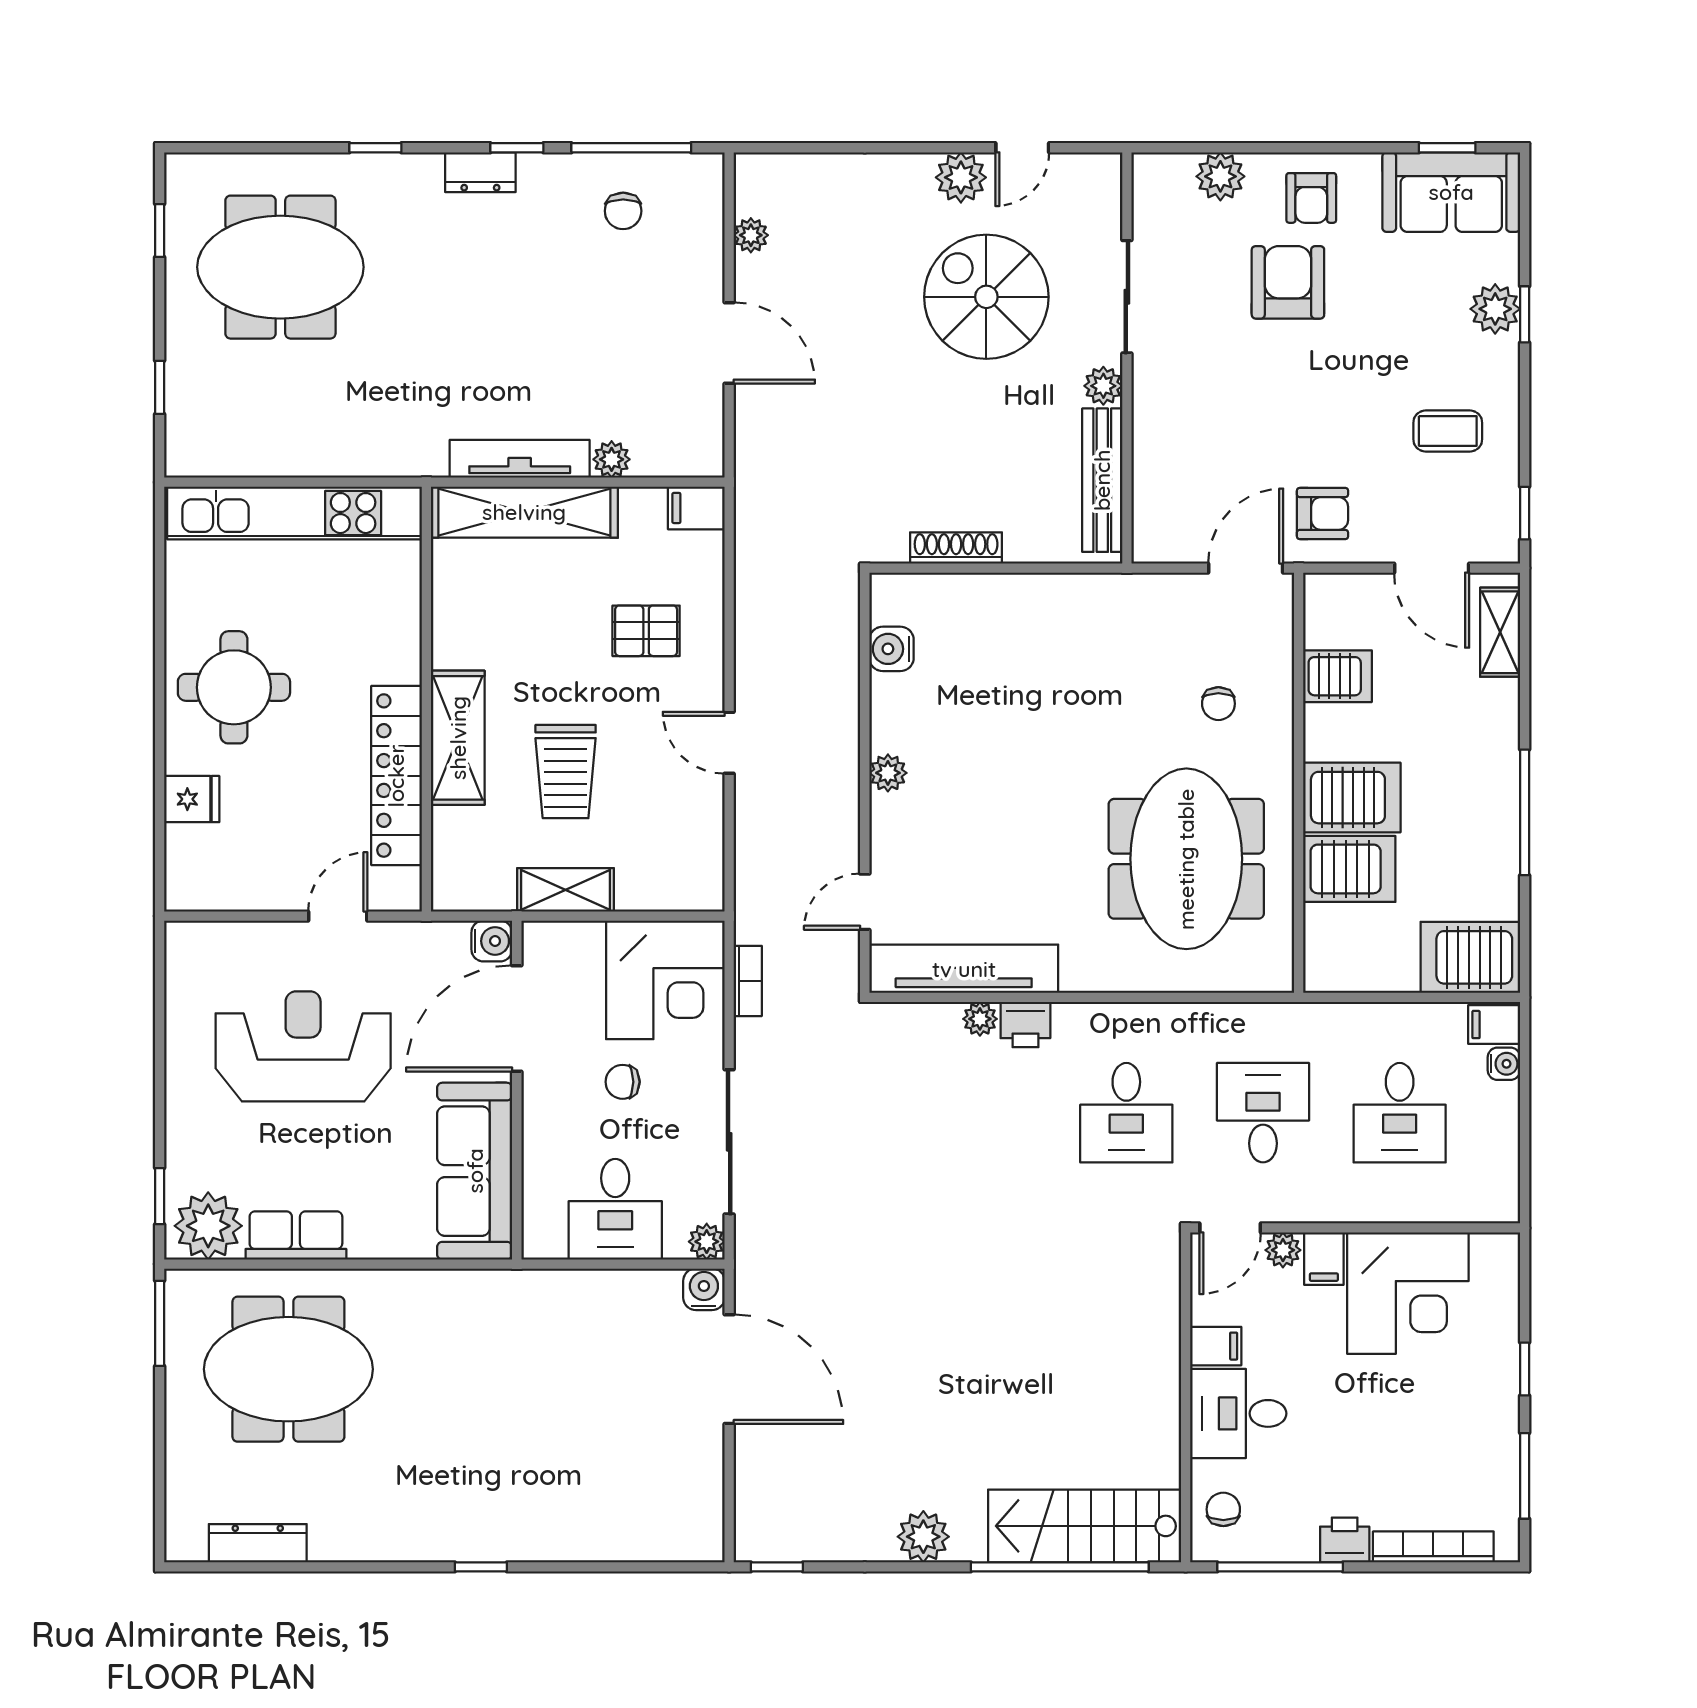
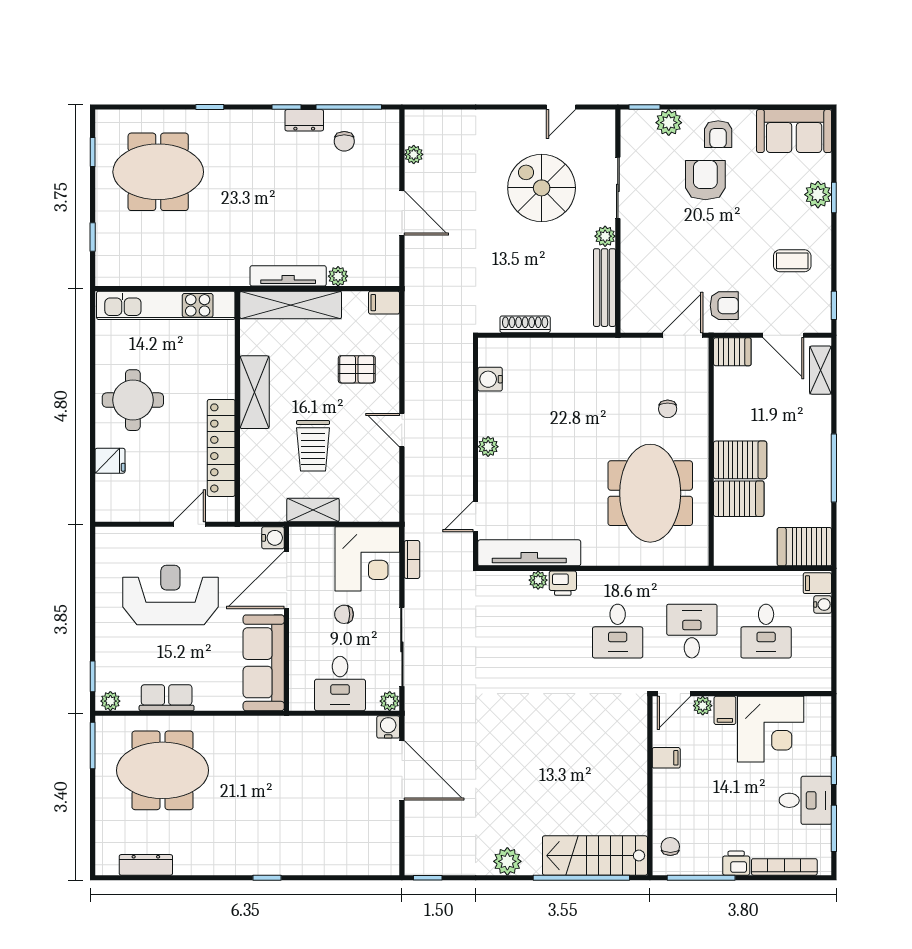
window: (1447, 148) -> (645, 107), moved
dresser: (480, 172) -> (304, 120), moved
plant: (961, 177) -> (528, 123), removed
server rack: (1337, 676) -> (732, 352), moved
shelving: (458, 738) -> (254, 392), moved
plant: (208, 1226) -> (110, 701), width x0.53, depth x0.53
desk: (1238, 1413) -> (805, 800), moved, turned 180

